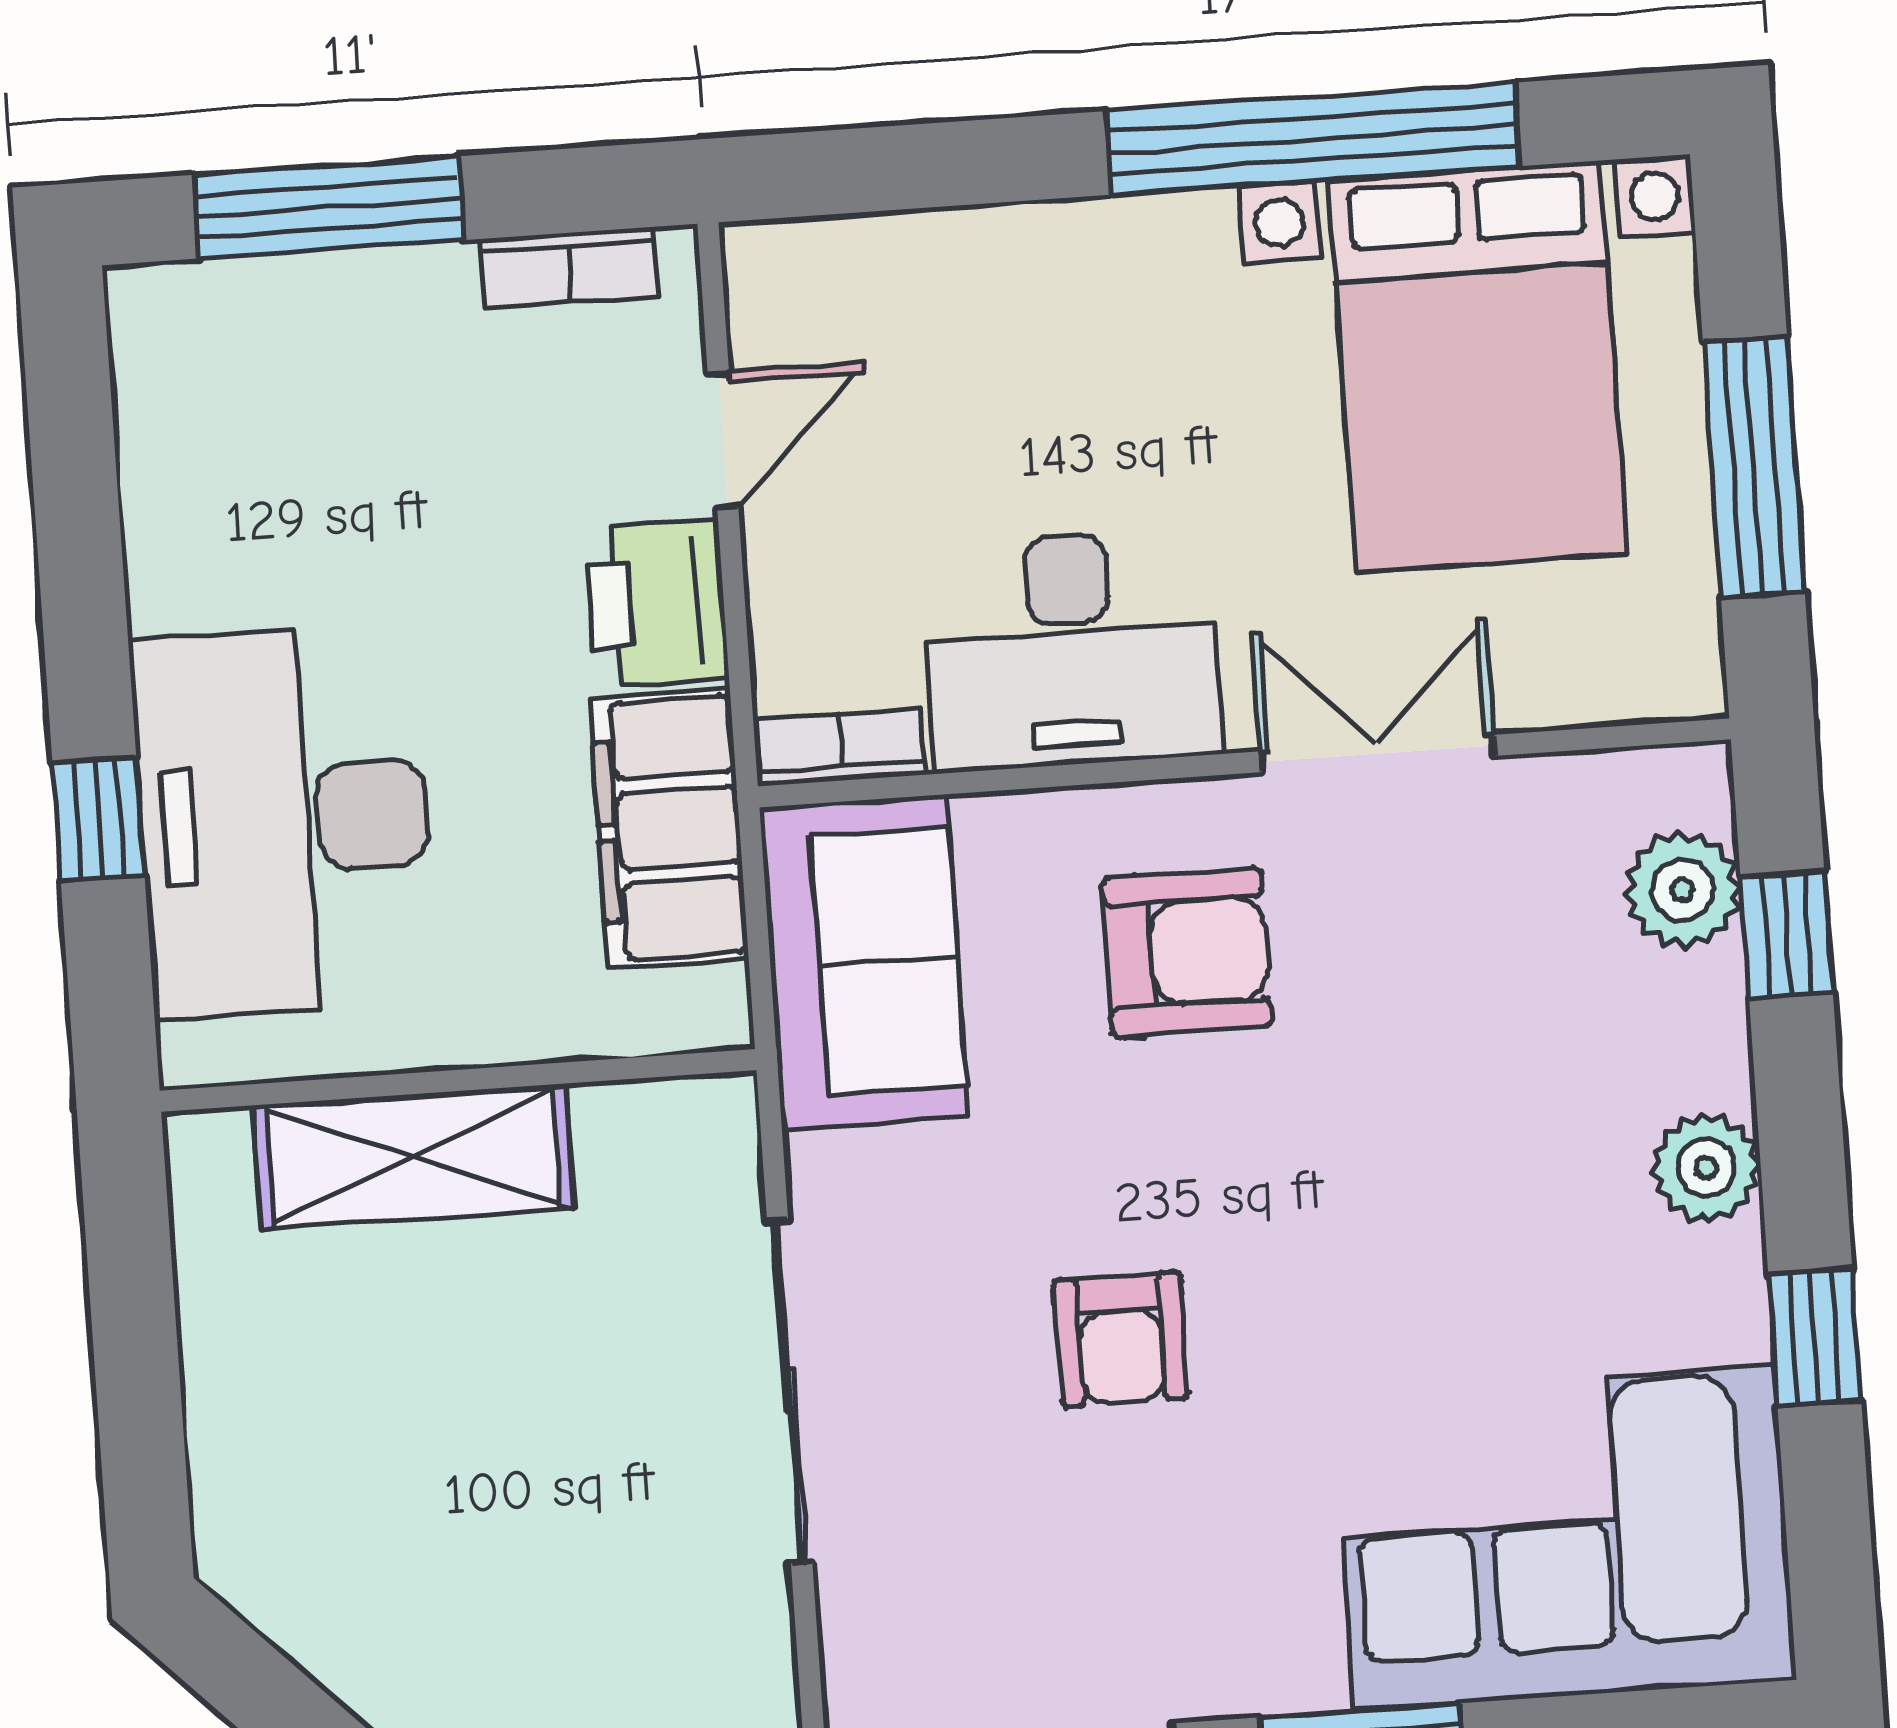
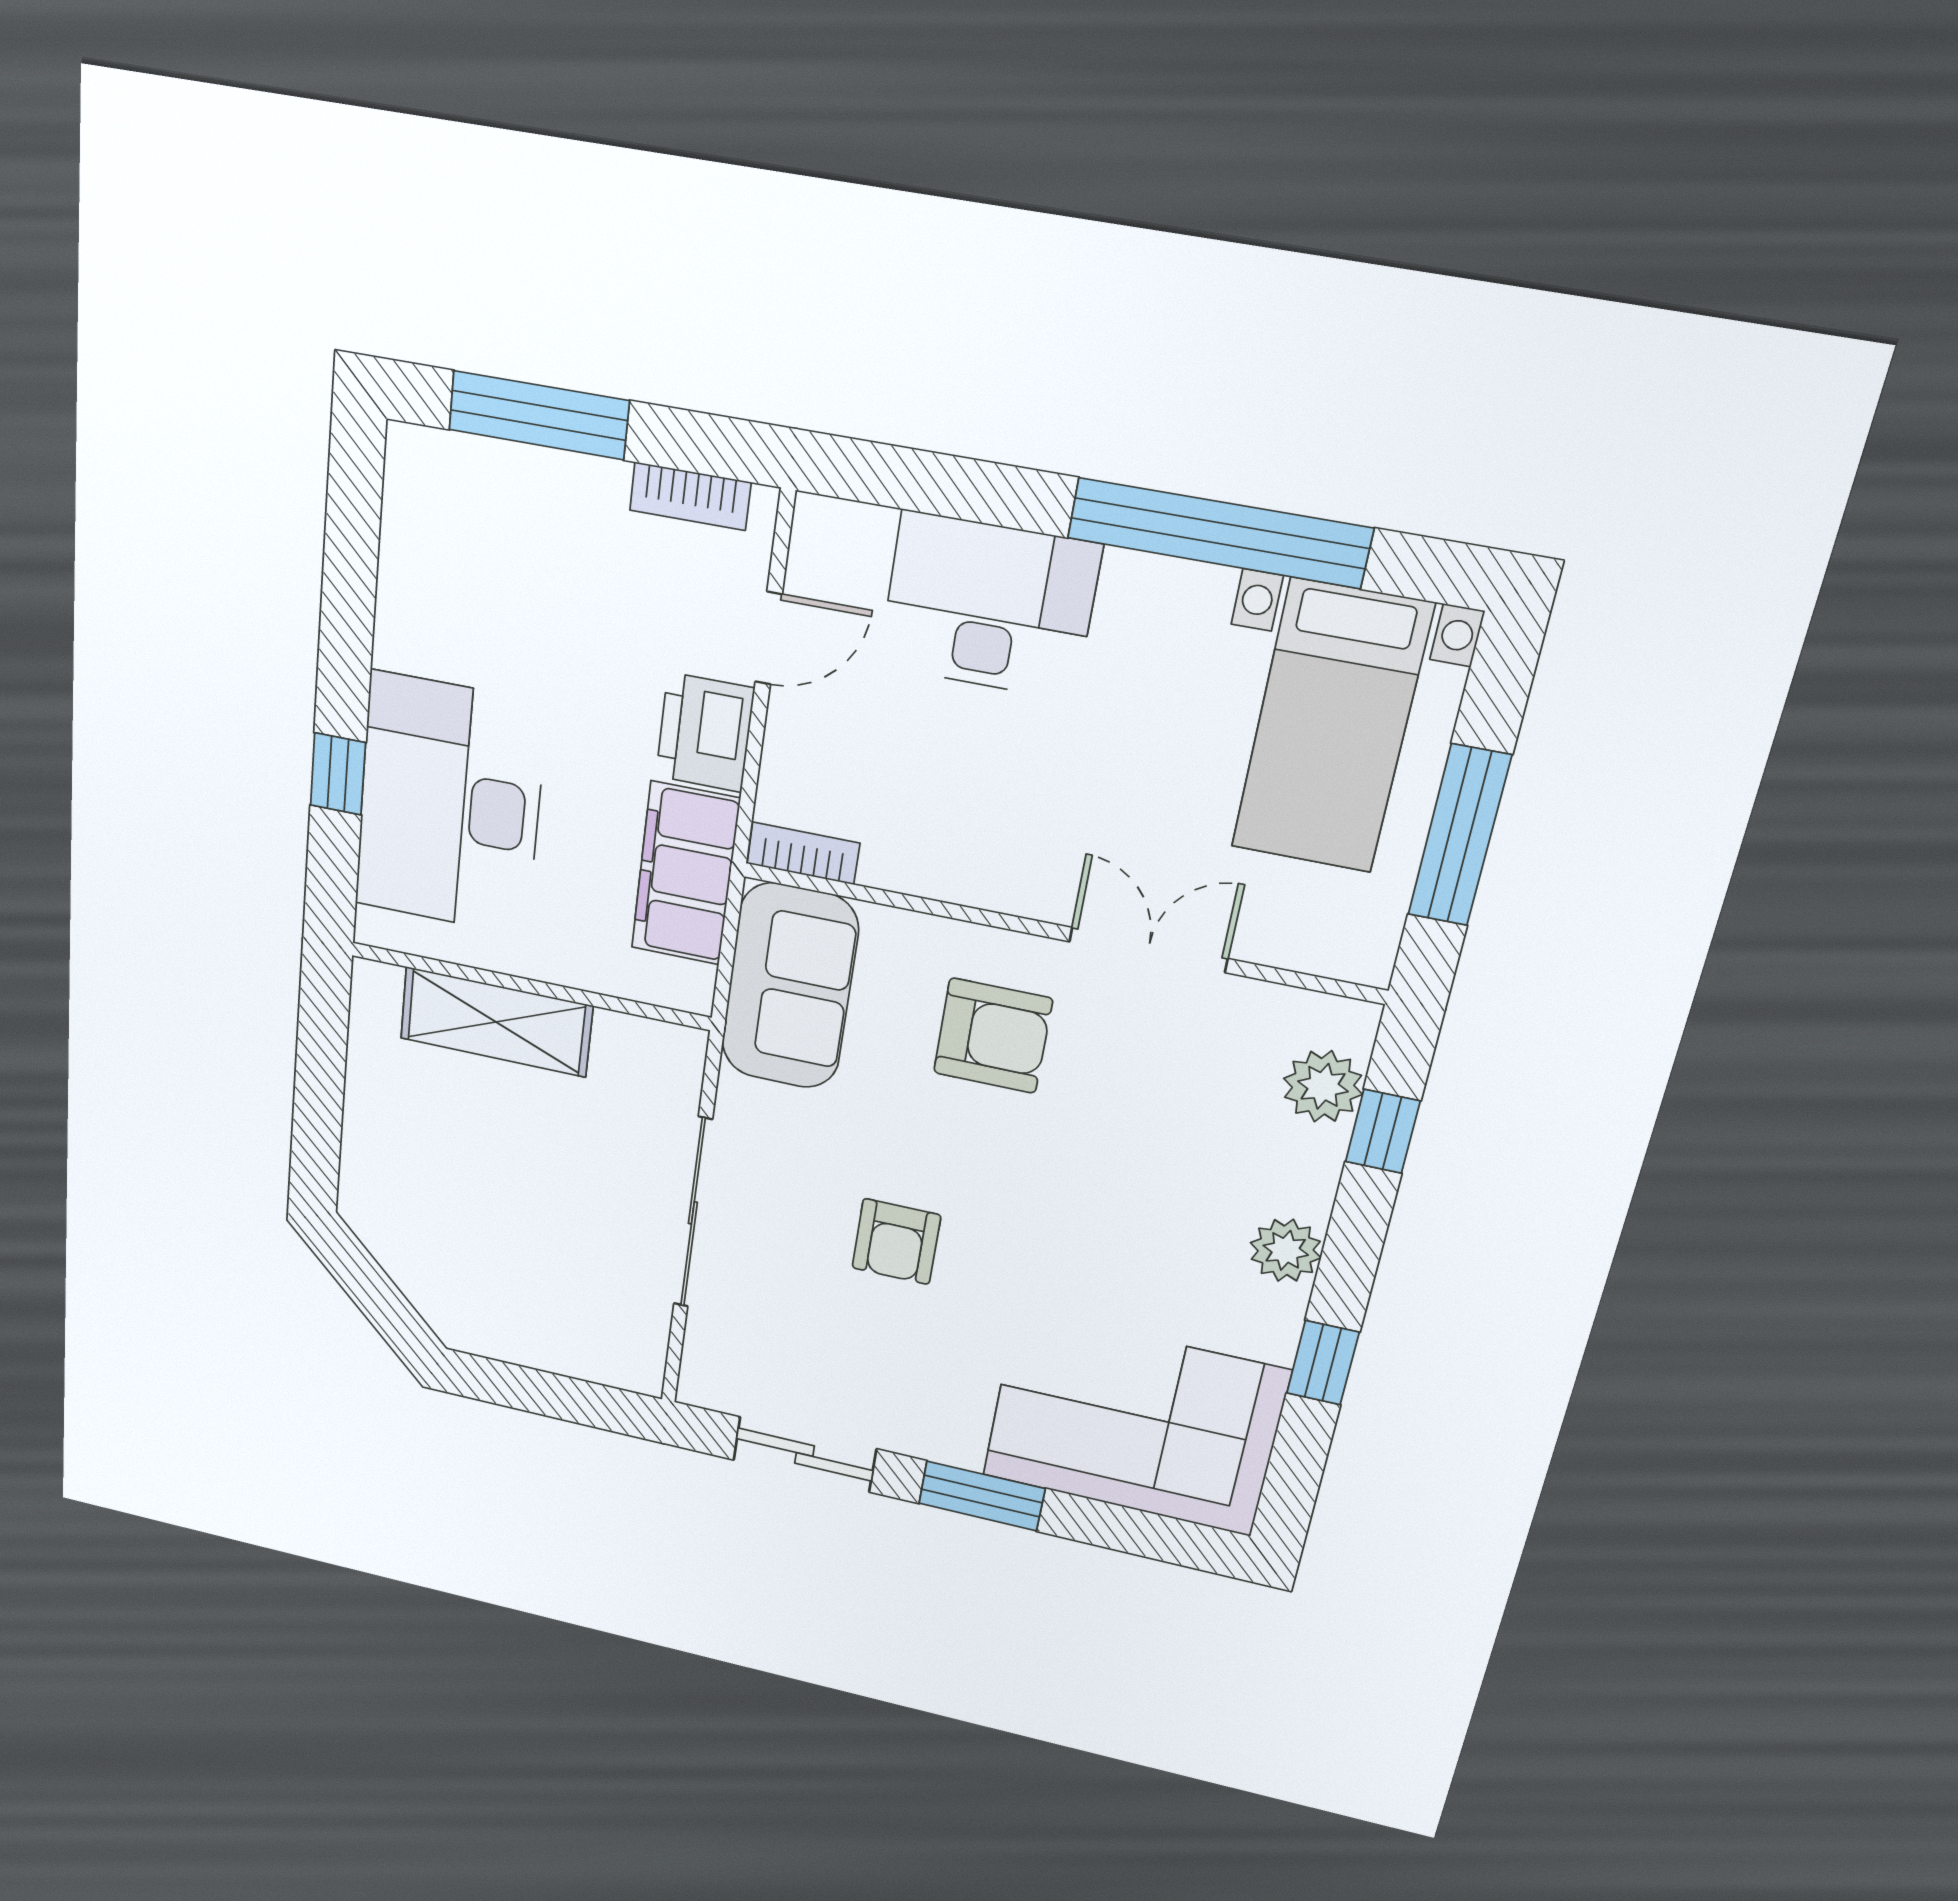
bed with nightstands: (1478, 367) -> (1331, 727), width x0.73
desk: (1071, 650) -> (989, 606), moved, turned 180

